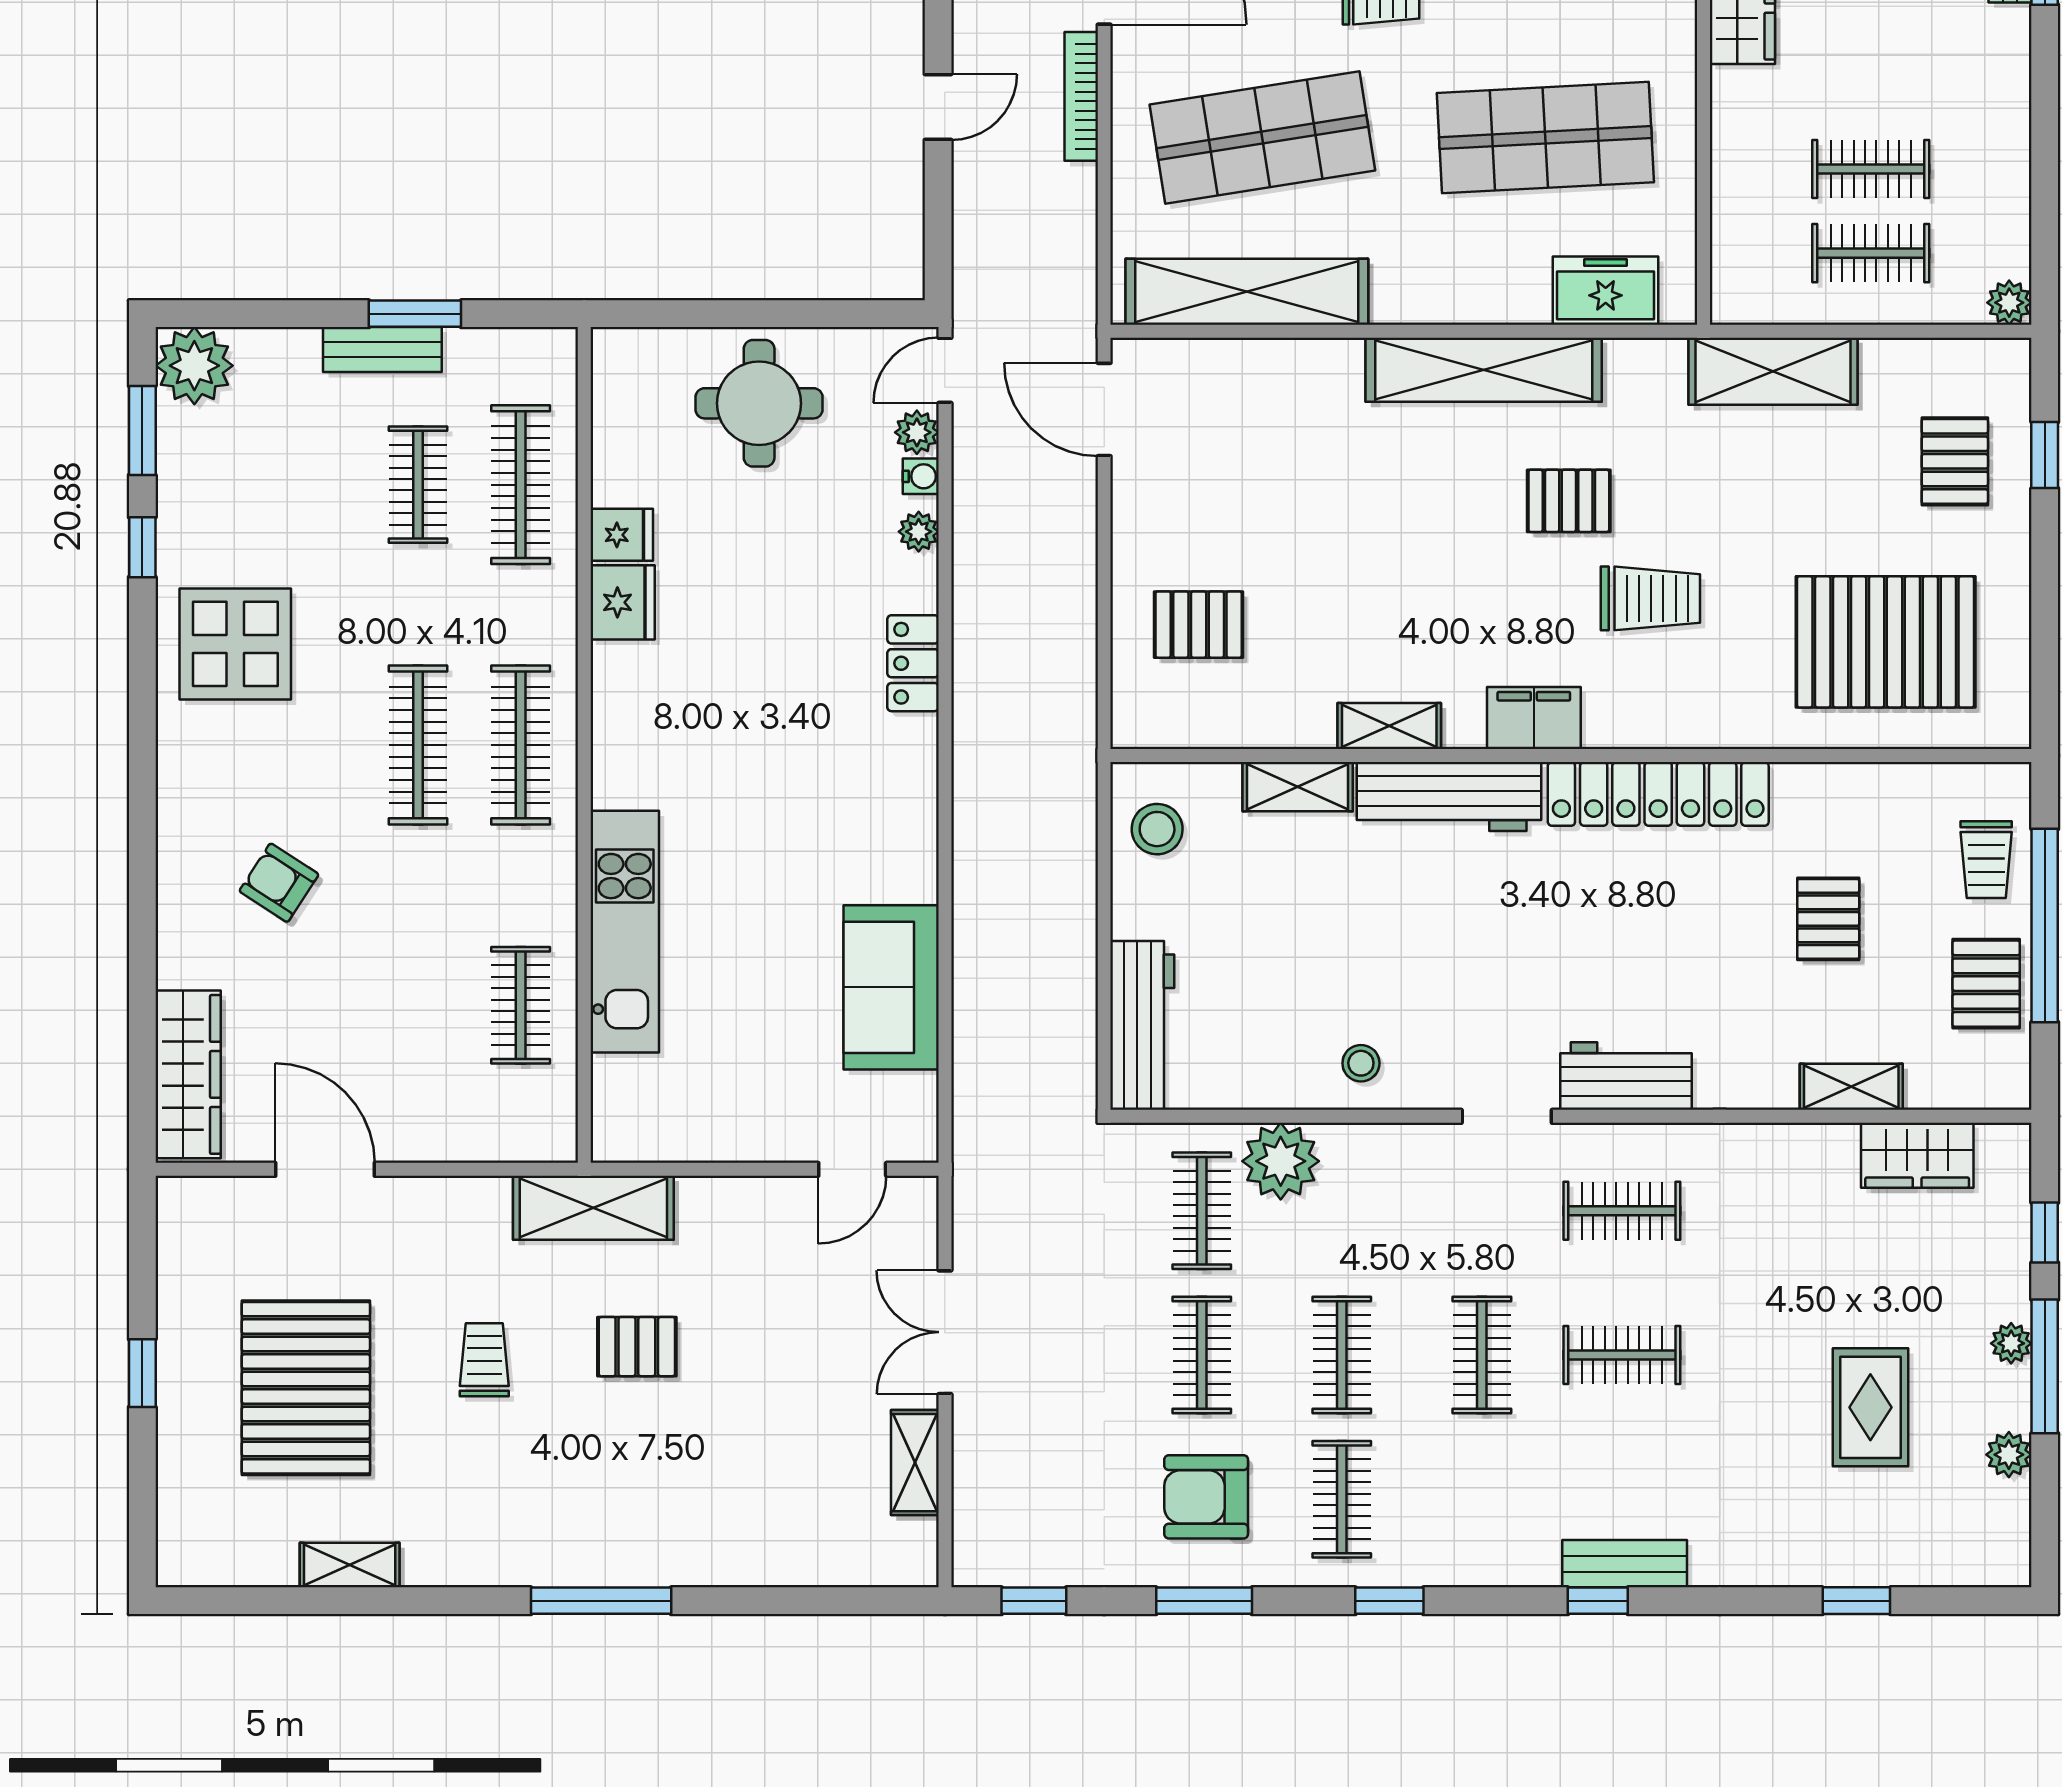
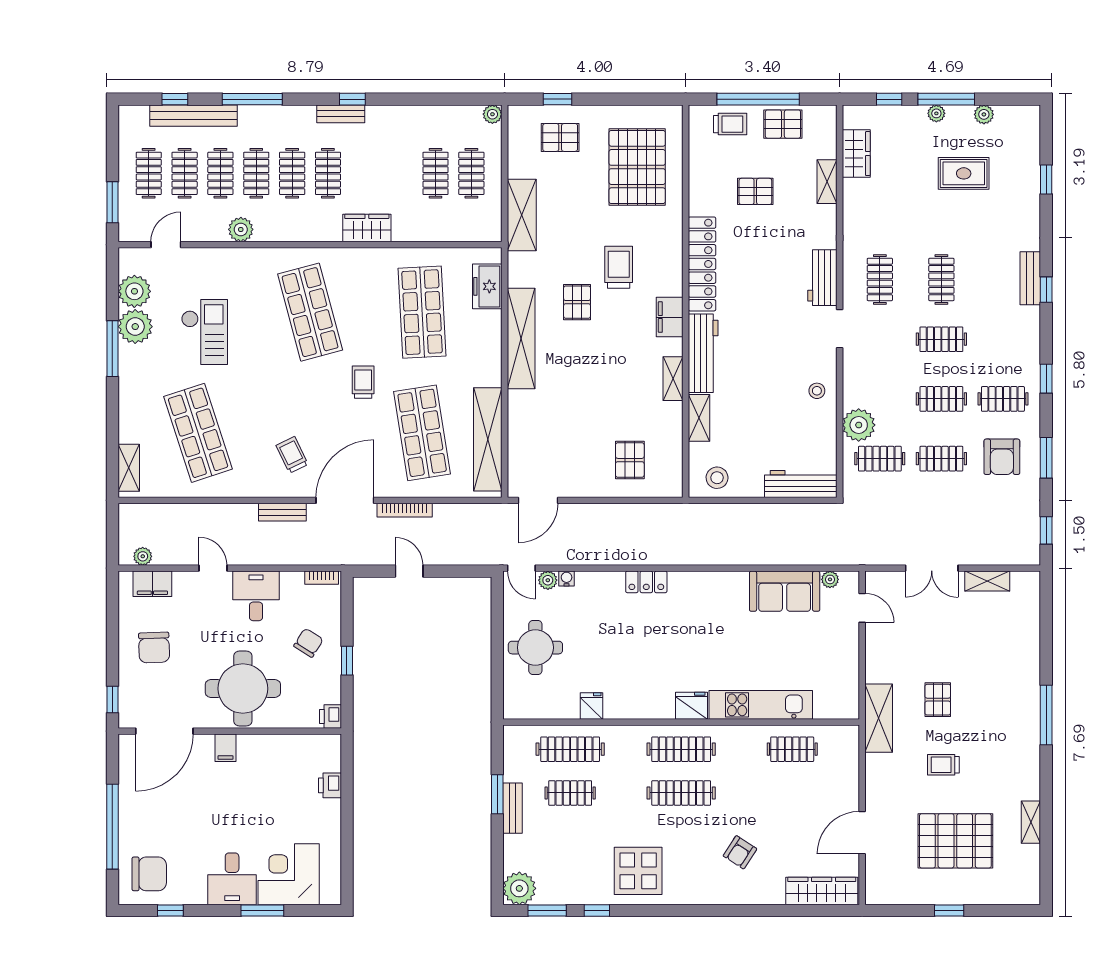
plant: (919, 532) -> (830, 579), moved
fridge: (623, 602) -> (692, 706), moved

